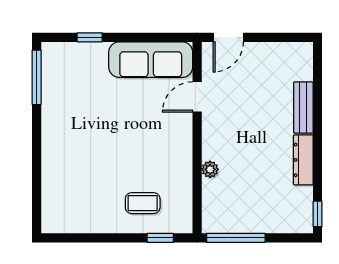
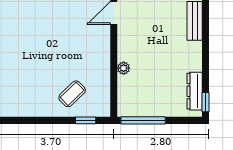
dresser: (303, 160) -> (195, 91), moved
coffee table: (143, 203) -> (72, 94), turned -44

